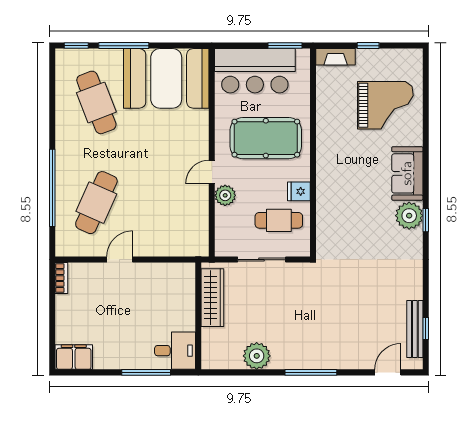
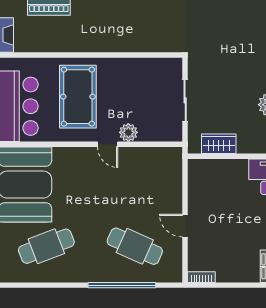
fridge: (299, 191) -> (125, 67), removed
cafe table: (279, 220) -> (150, 85), removed
wardrobe: (212, 298) -> (219, 144), width x0.67

